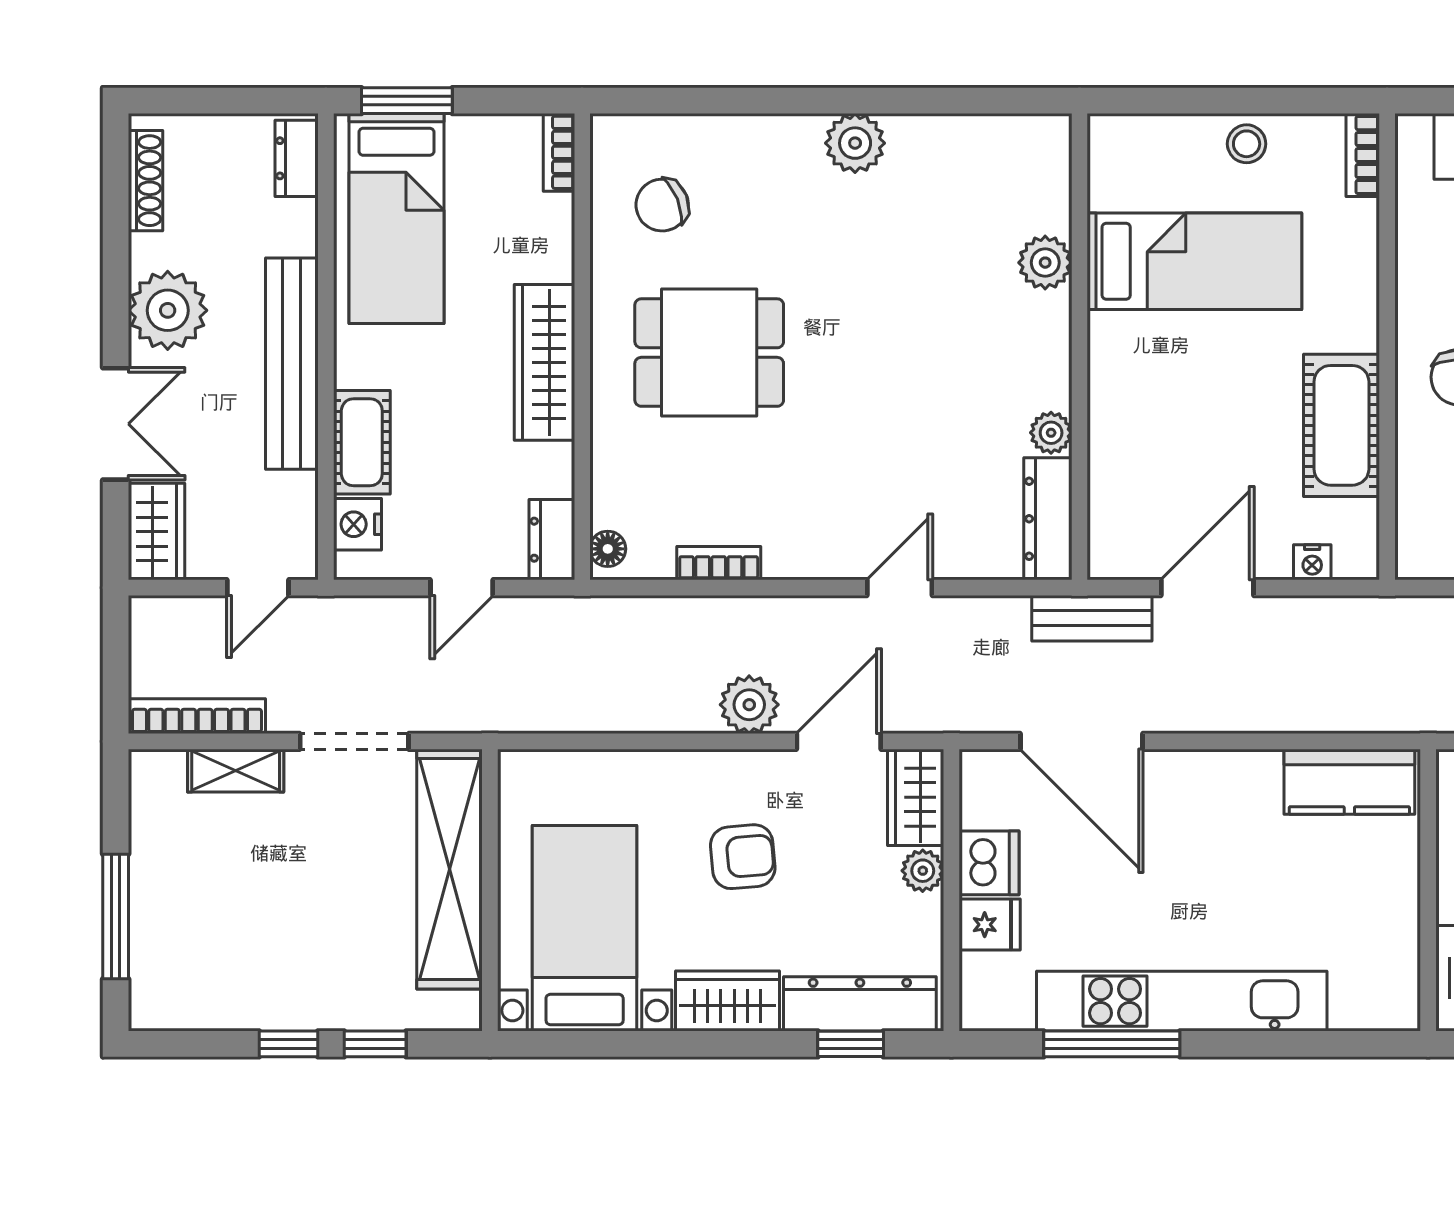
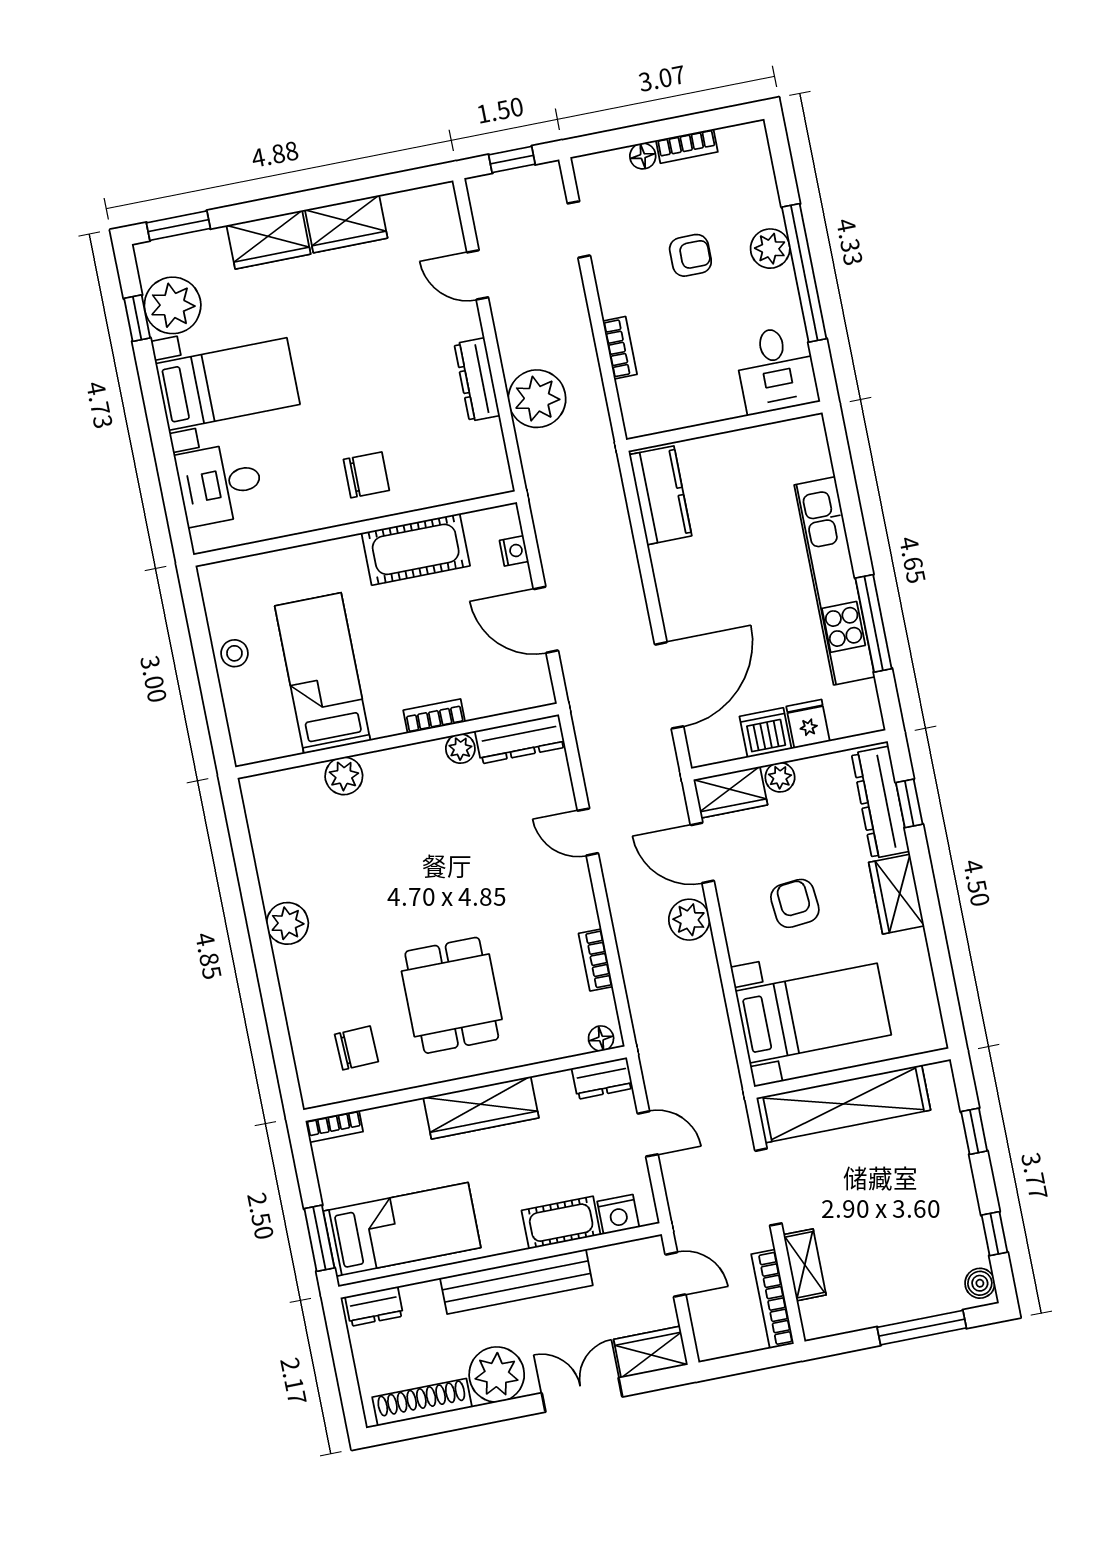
bookcase: (1363, 155) -> (434, 716), moved, turned 180
shoe rack: (146, 181) -> (422, 1402), width x1.36, depth x1.24
chair: (662, 205) -> (356, 1048), turned -70
bench: (1092, 618) -> (583, 695), removed
bed with nightstands: (585, 928) -> (813, 1013), moved, turned 180
boiler: (162, 1010) -> (980, 1283), added
window: (288, 1044) -> (994, 1234), moved

